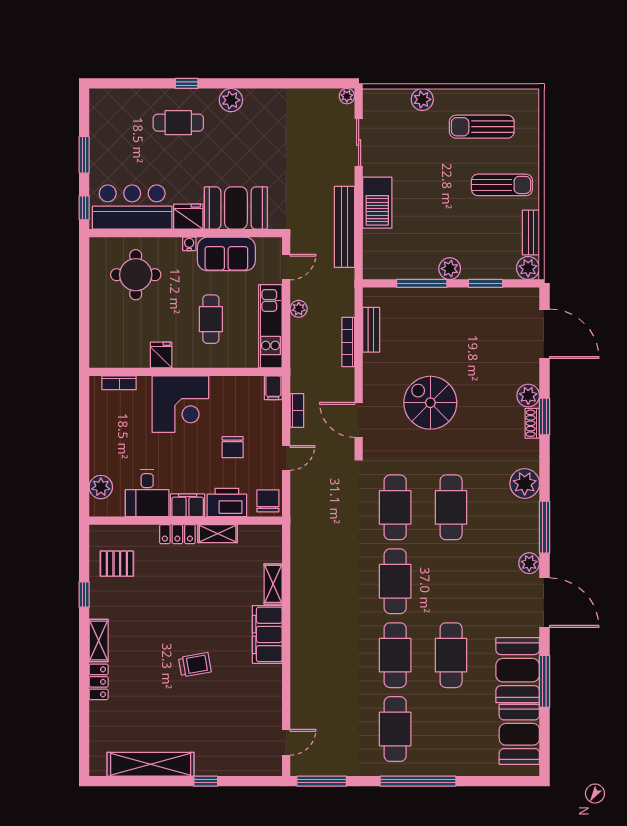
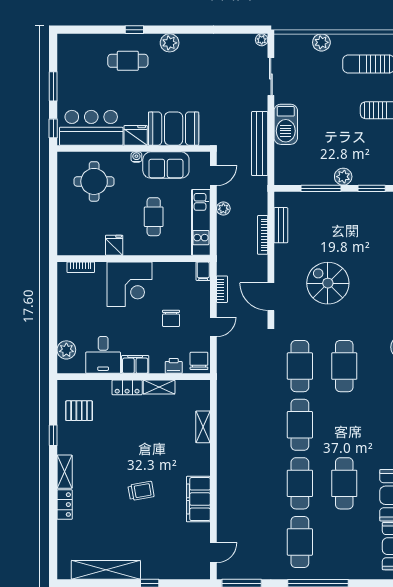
printer: (227, 503) -> (174, 366), width x0.53, depth x0.68
filing cabinet: (267, 634) -> (198, 499), moved

